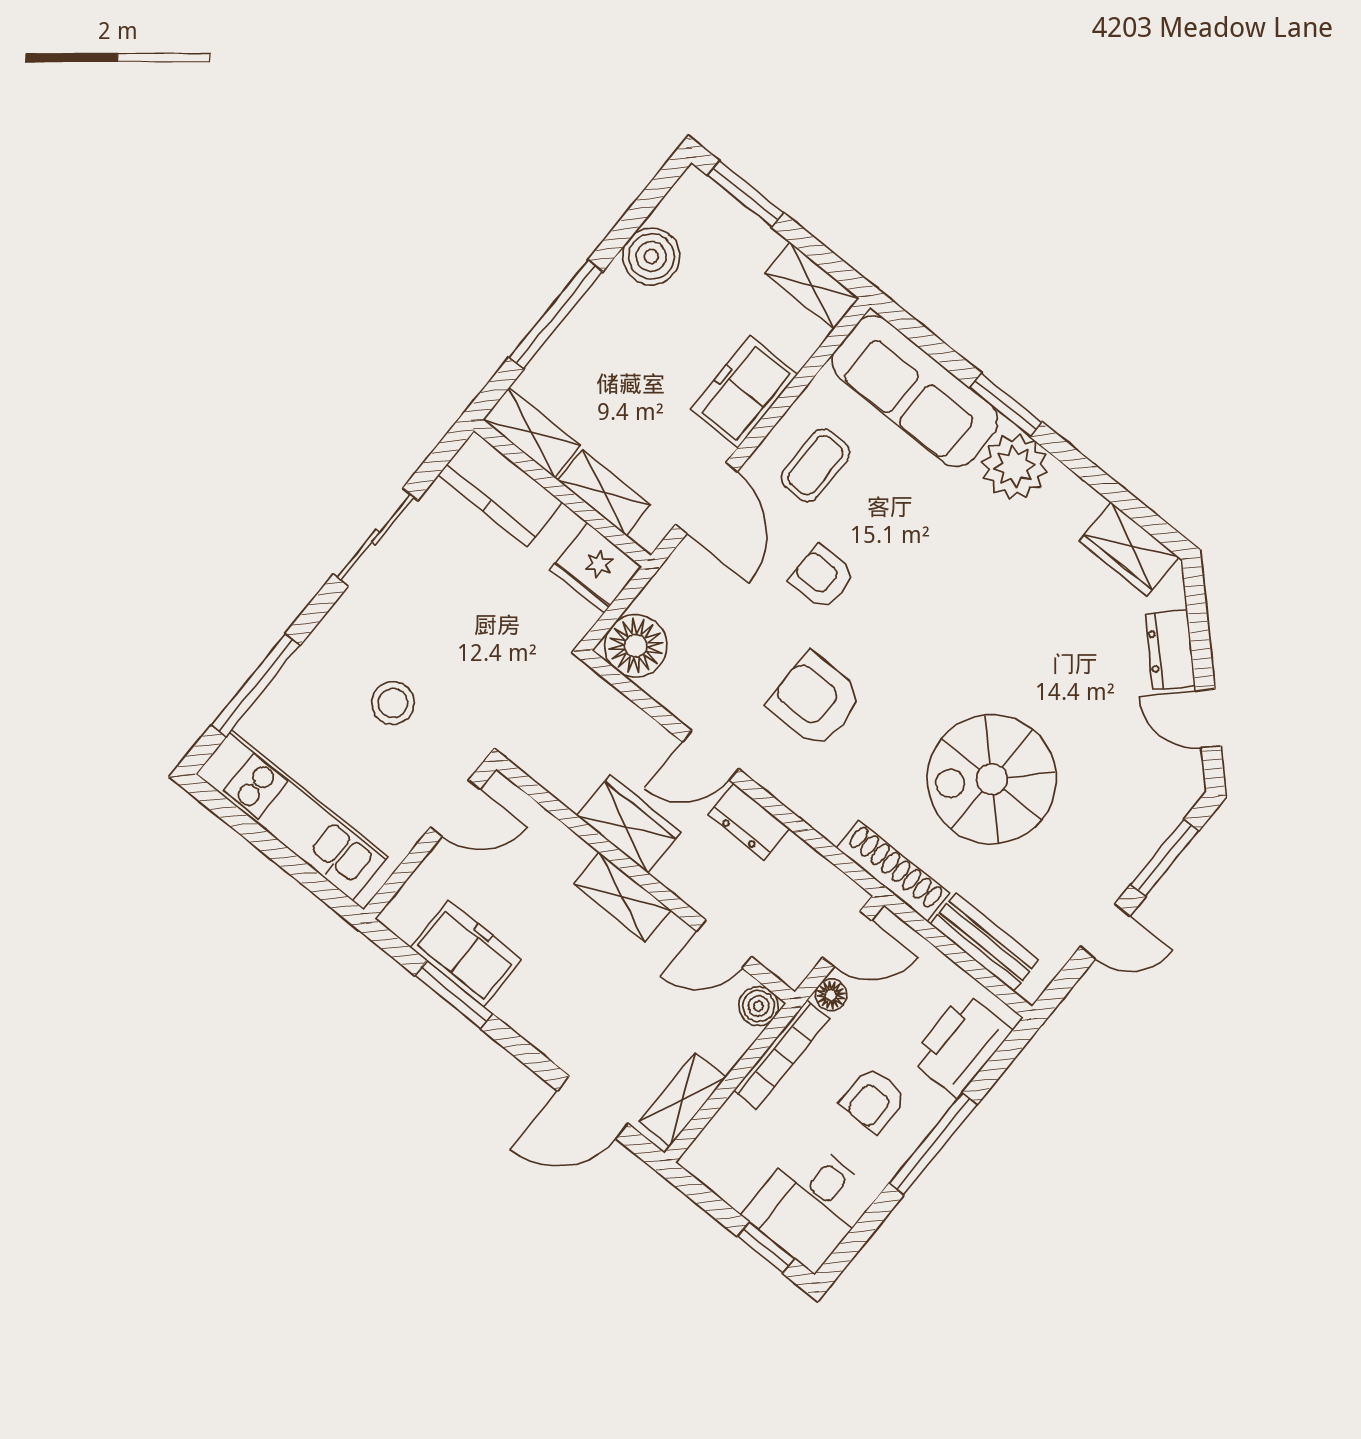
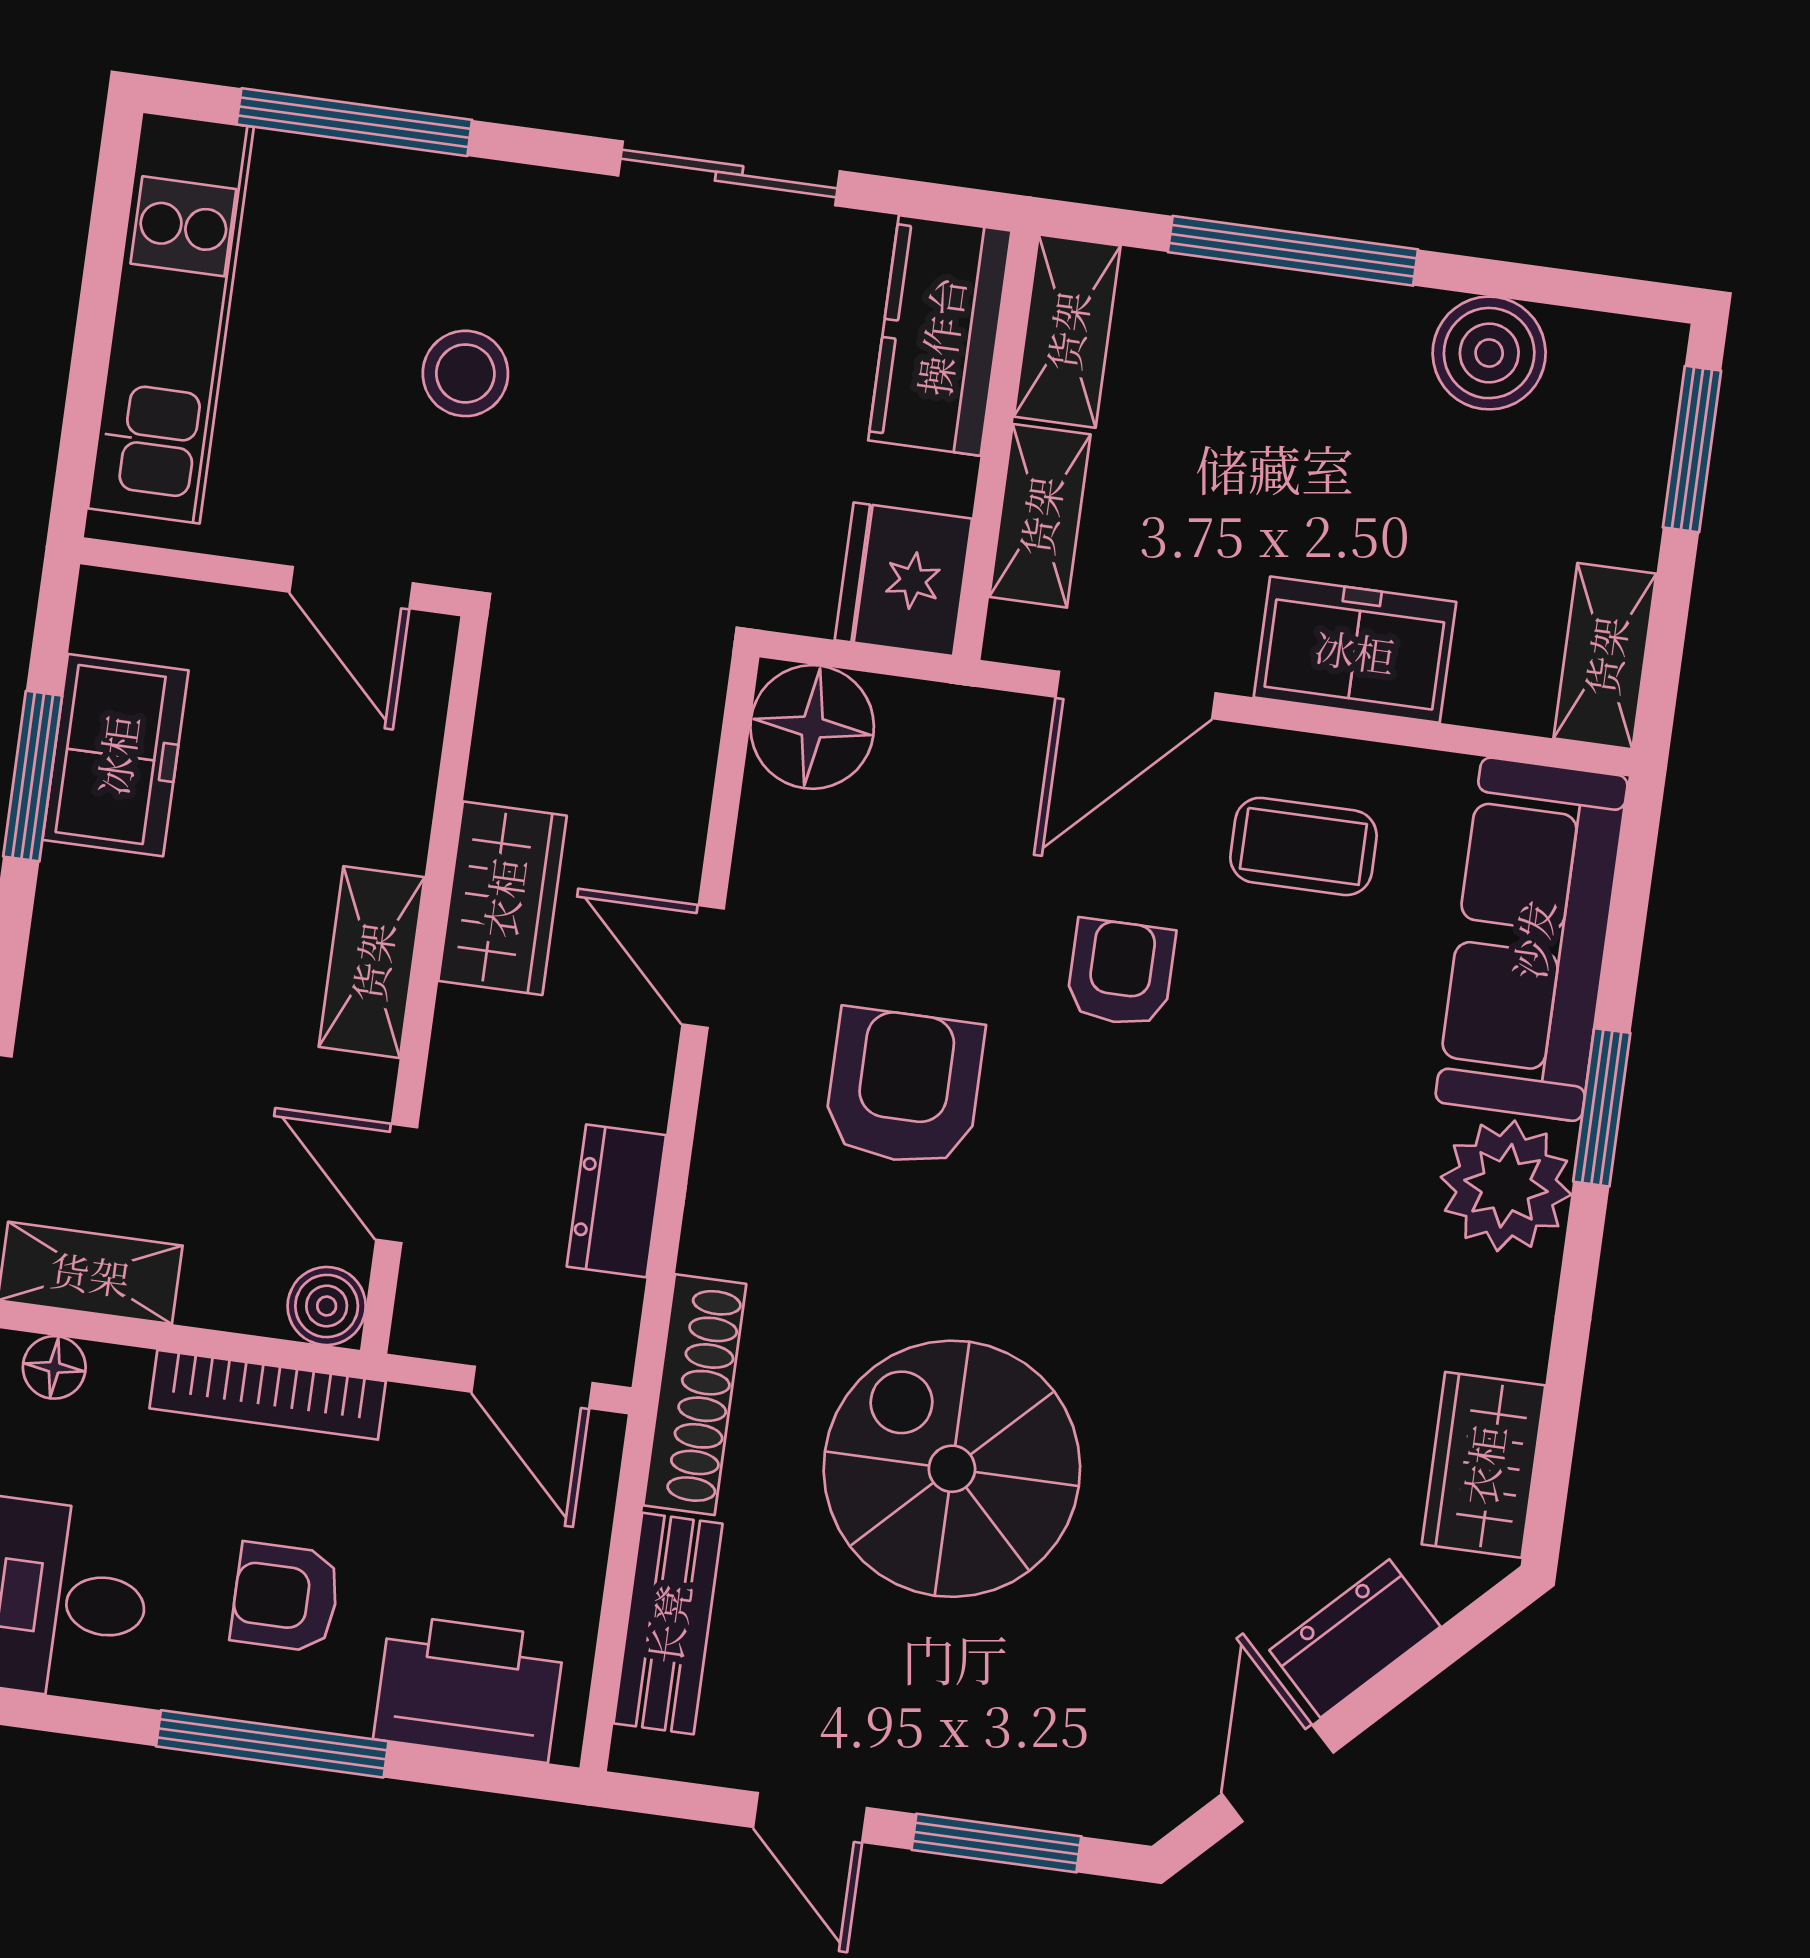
dresser: (749, 821) -> (616, 1201), moved
floor lamp: (831, 995) -> (54, 1367), moved

